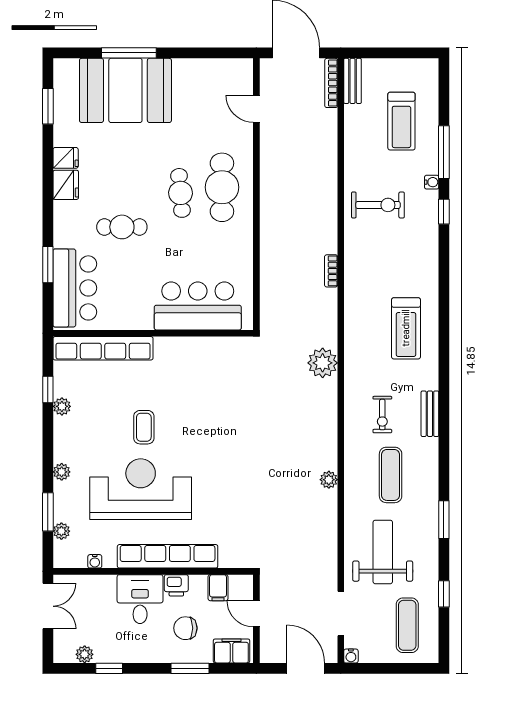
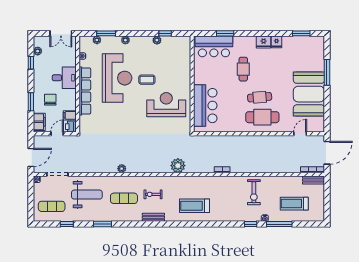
booth: (125, 90) -> (309, 94), moved
row of seats: (103, 348) -> (185, 60), removed
reception desk: (196, 387) -> (166, 105), added
printer: (176, 585) -> (71, 127), moved

